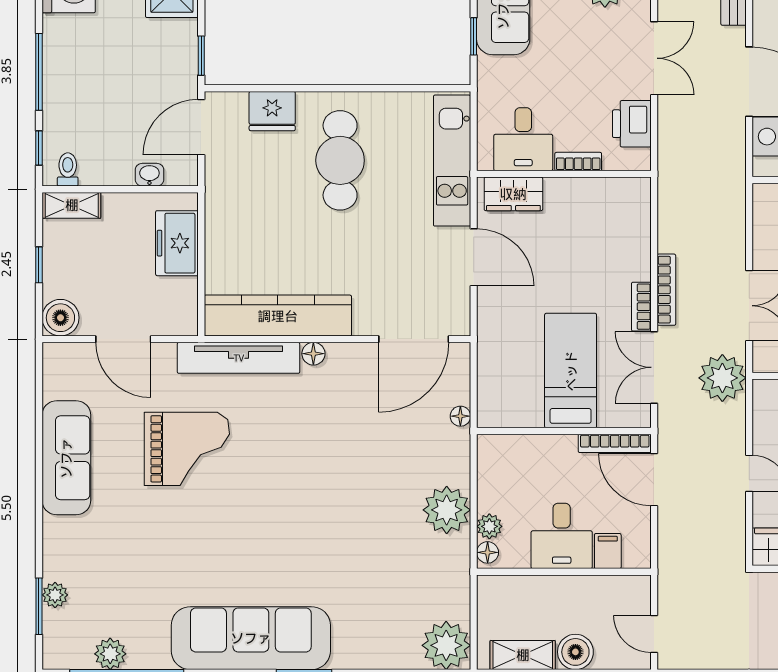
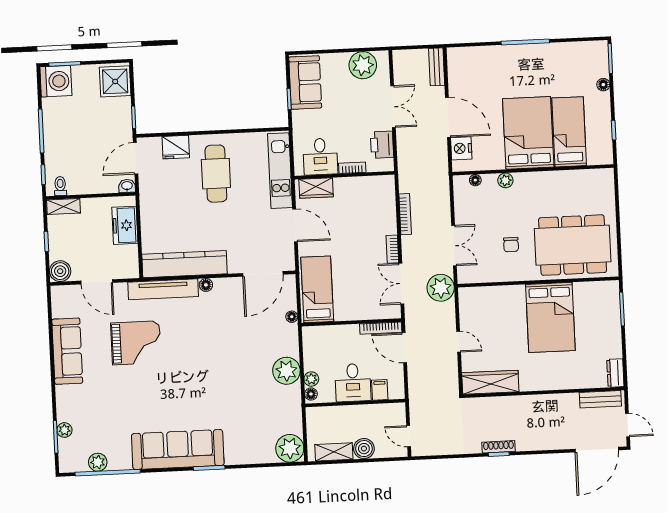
washbasin: (149, 175) -> (127, 186), moved
bookcase: (666, 290) -> (405, 214), moved
bed: (571, 371) -> (317, 289), moved

